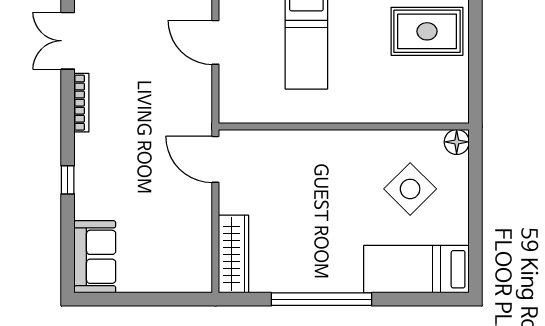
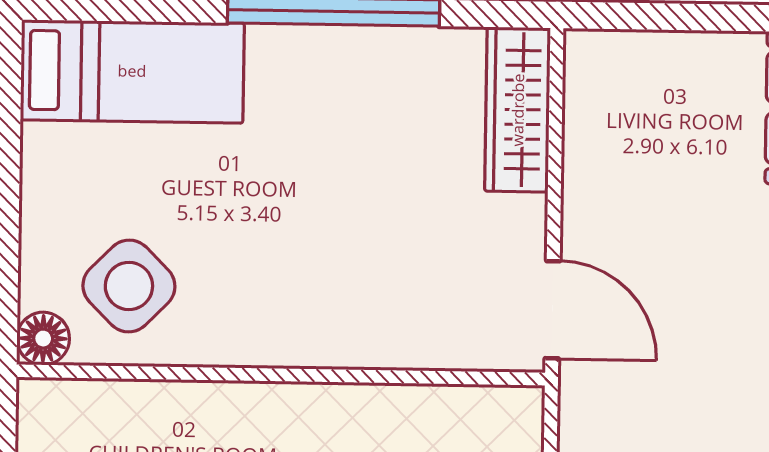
side table: (410, 189) -> (129, 286), moved

